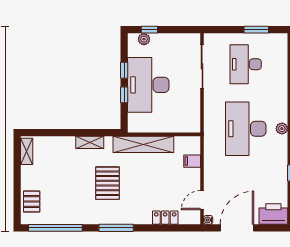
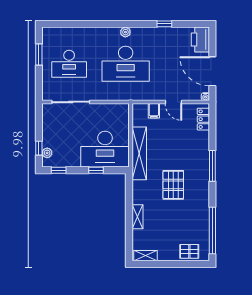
window: (124, 70) -> (59, 170), moved
desk: (148, 85) -> (105, 149), moved
shelving: (90, 142) -> (138, 217), moved
pallet: (107, 183) -> (173, 185), turned 90
door: (202, 200) -> (173, 102), moved
locker: (165, 218) -> (203, 119), moved
window: (116, 228) -> (212, 166), moved

